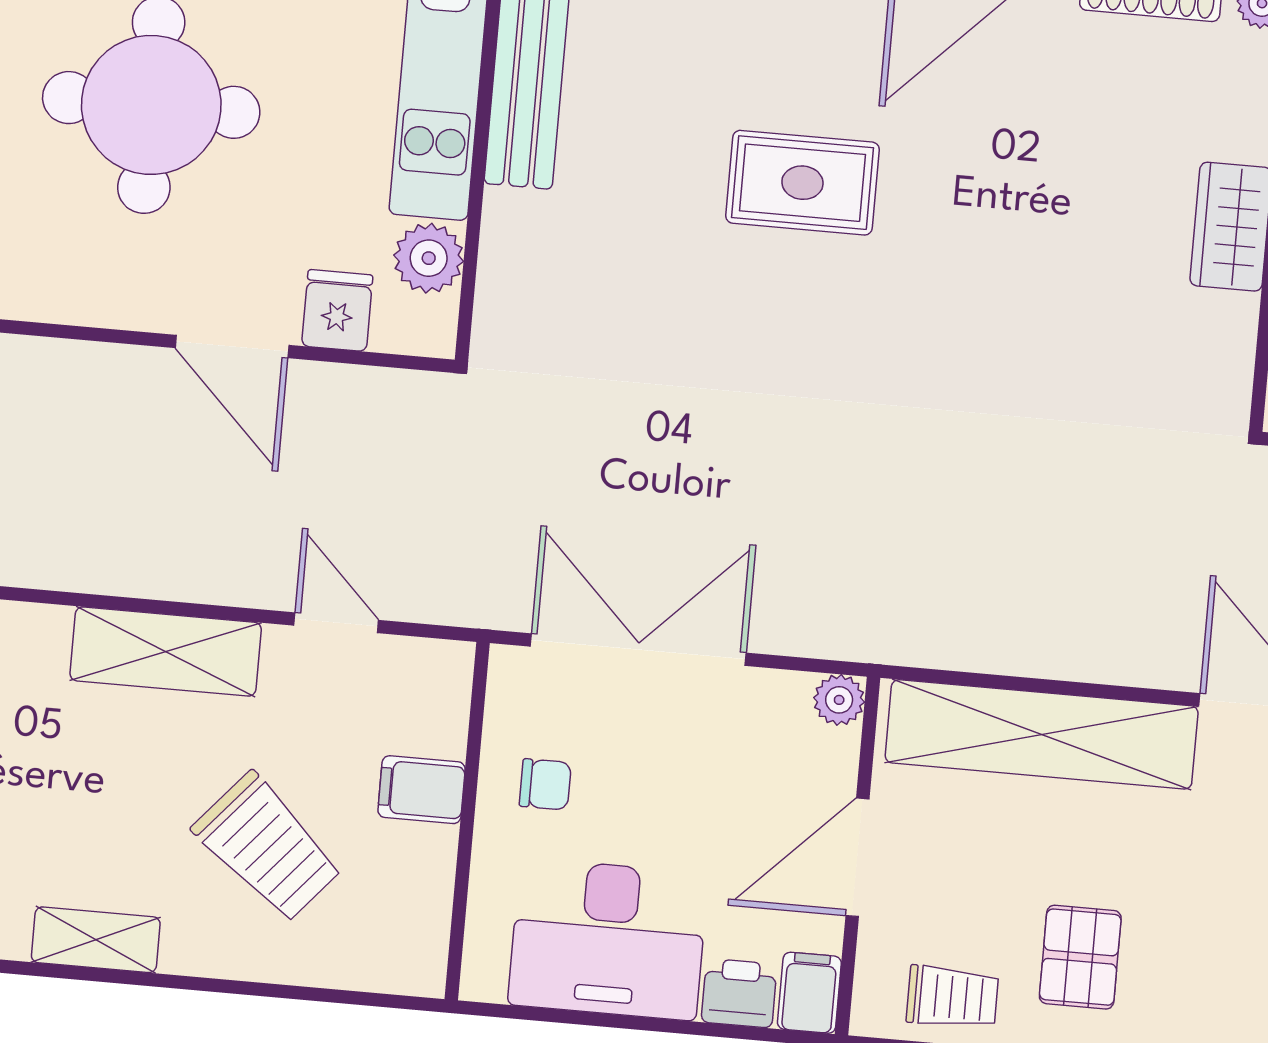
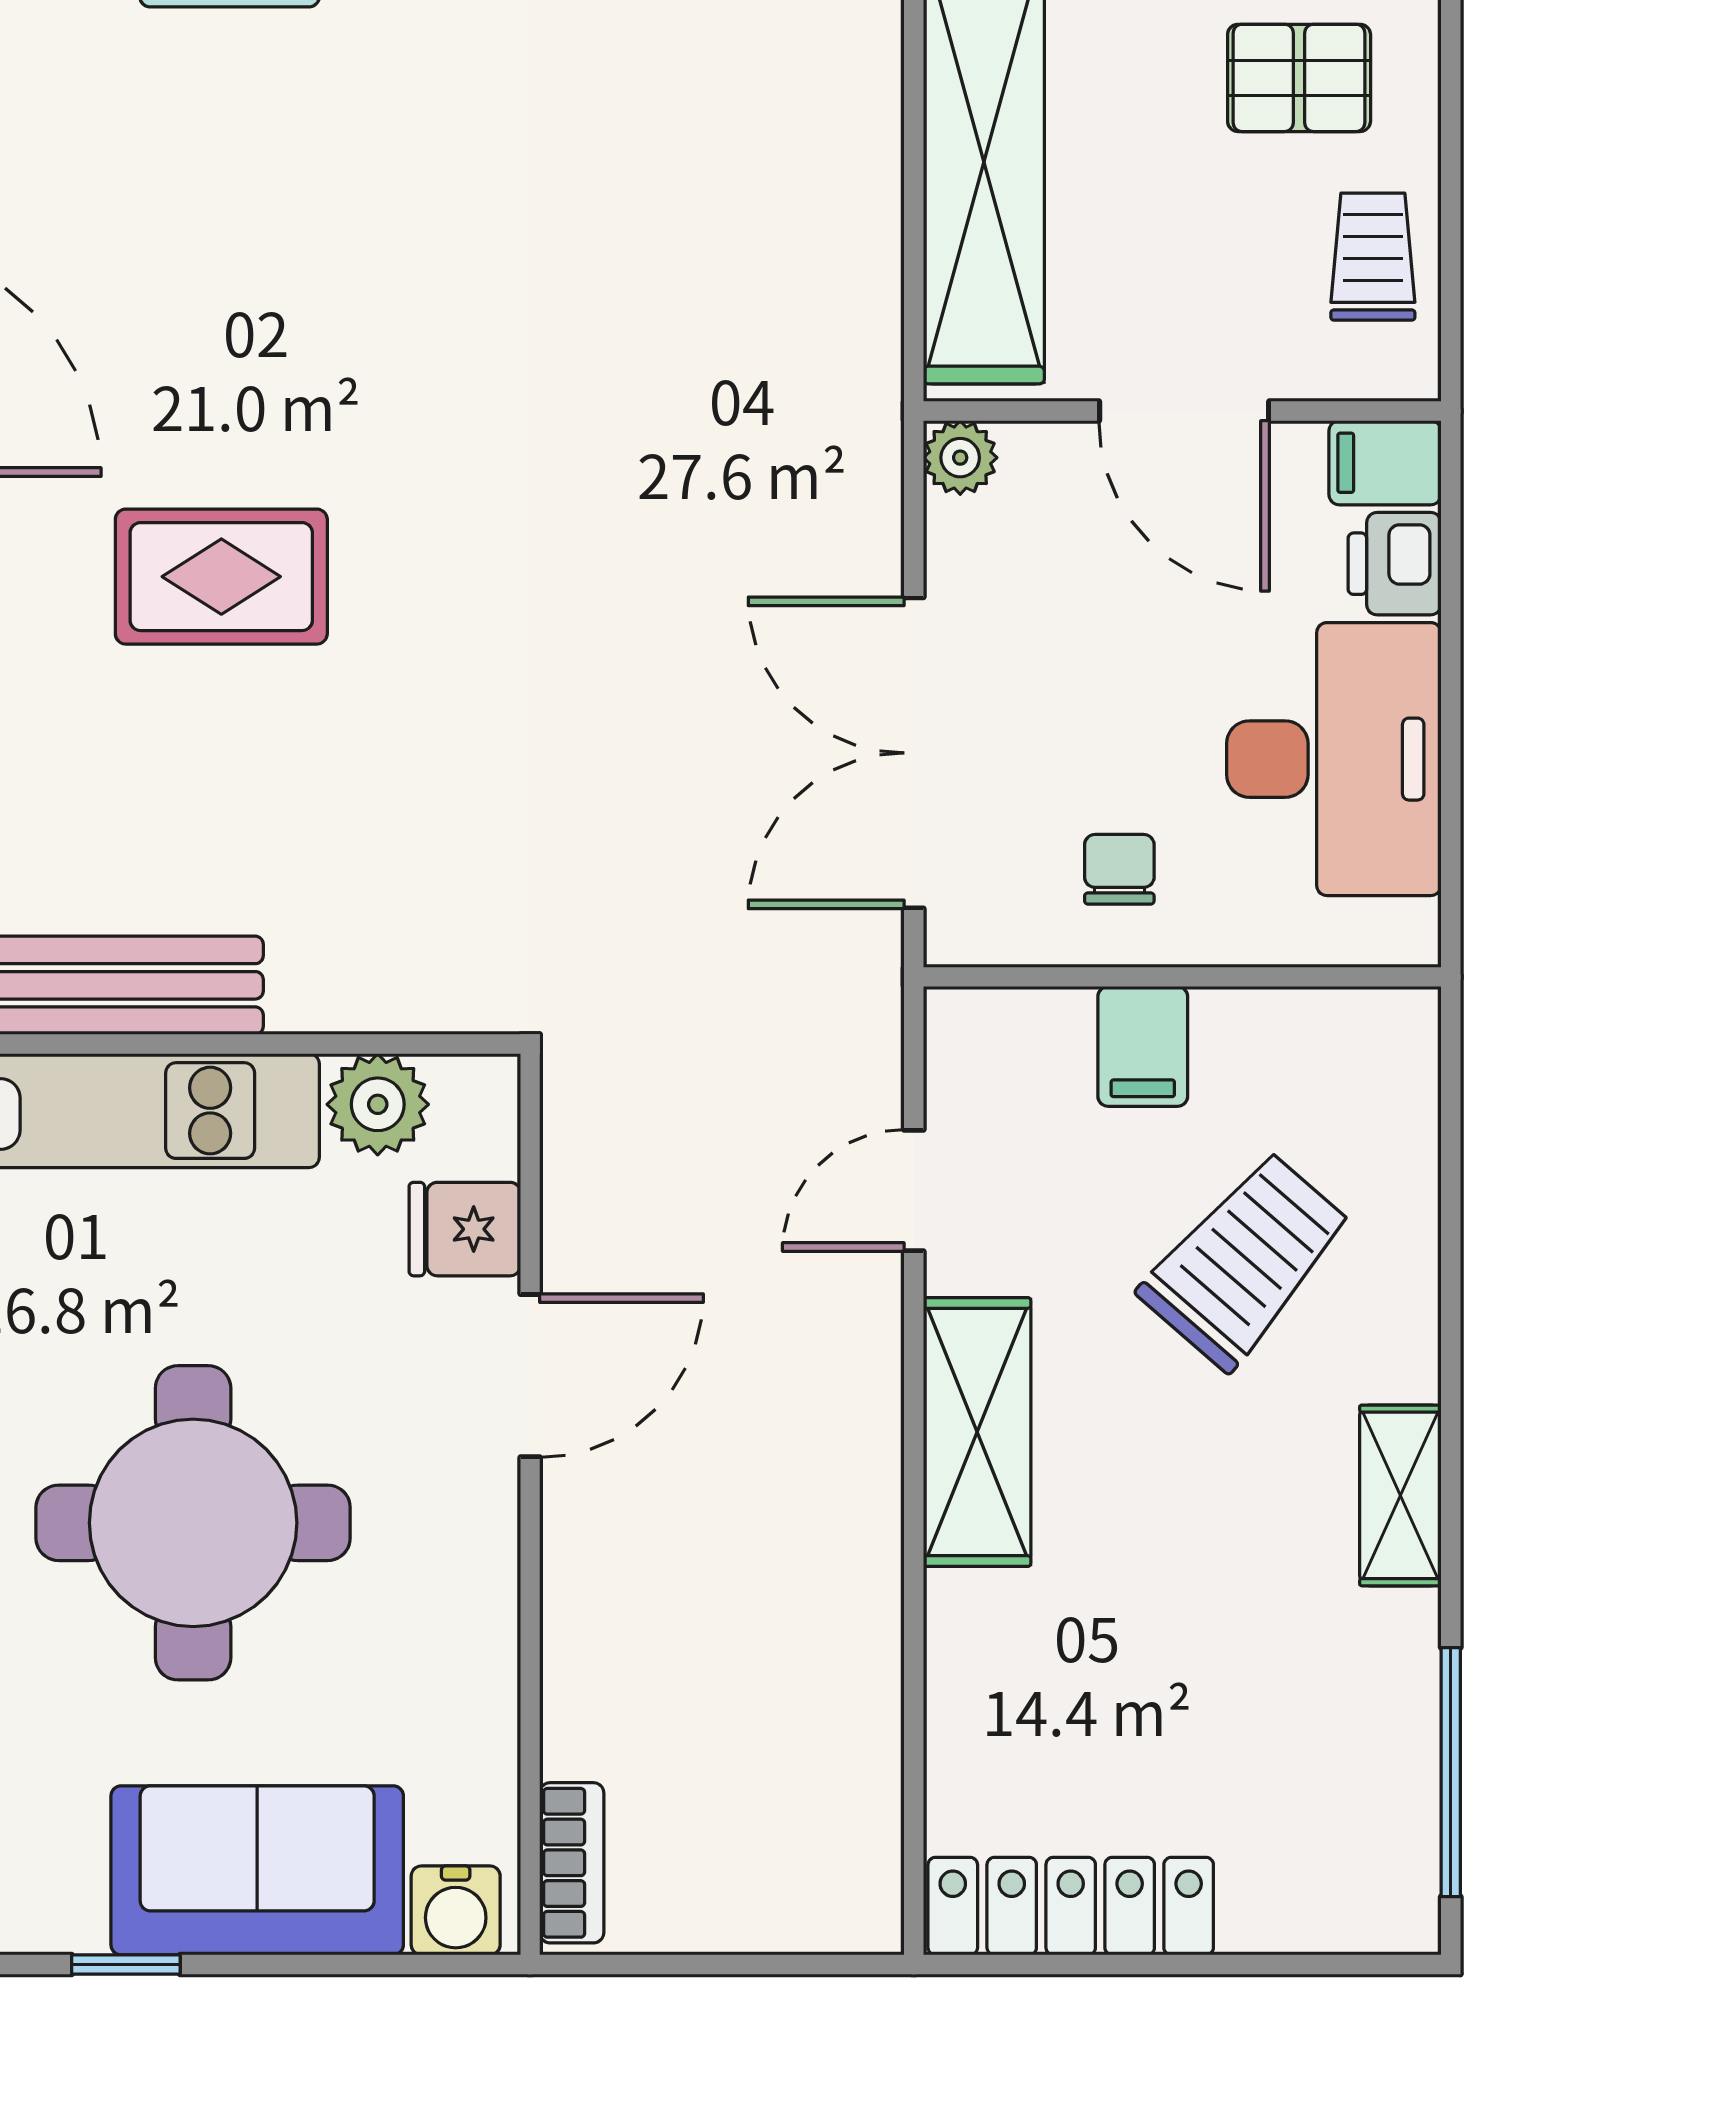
rug: (802, 183) -> (221, 577), turned 90

